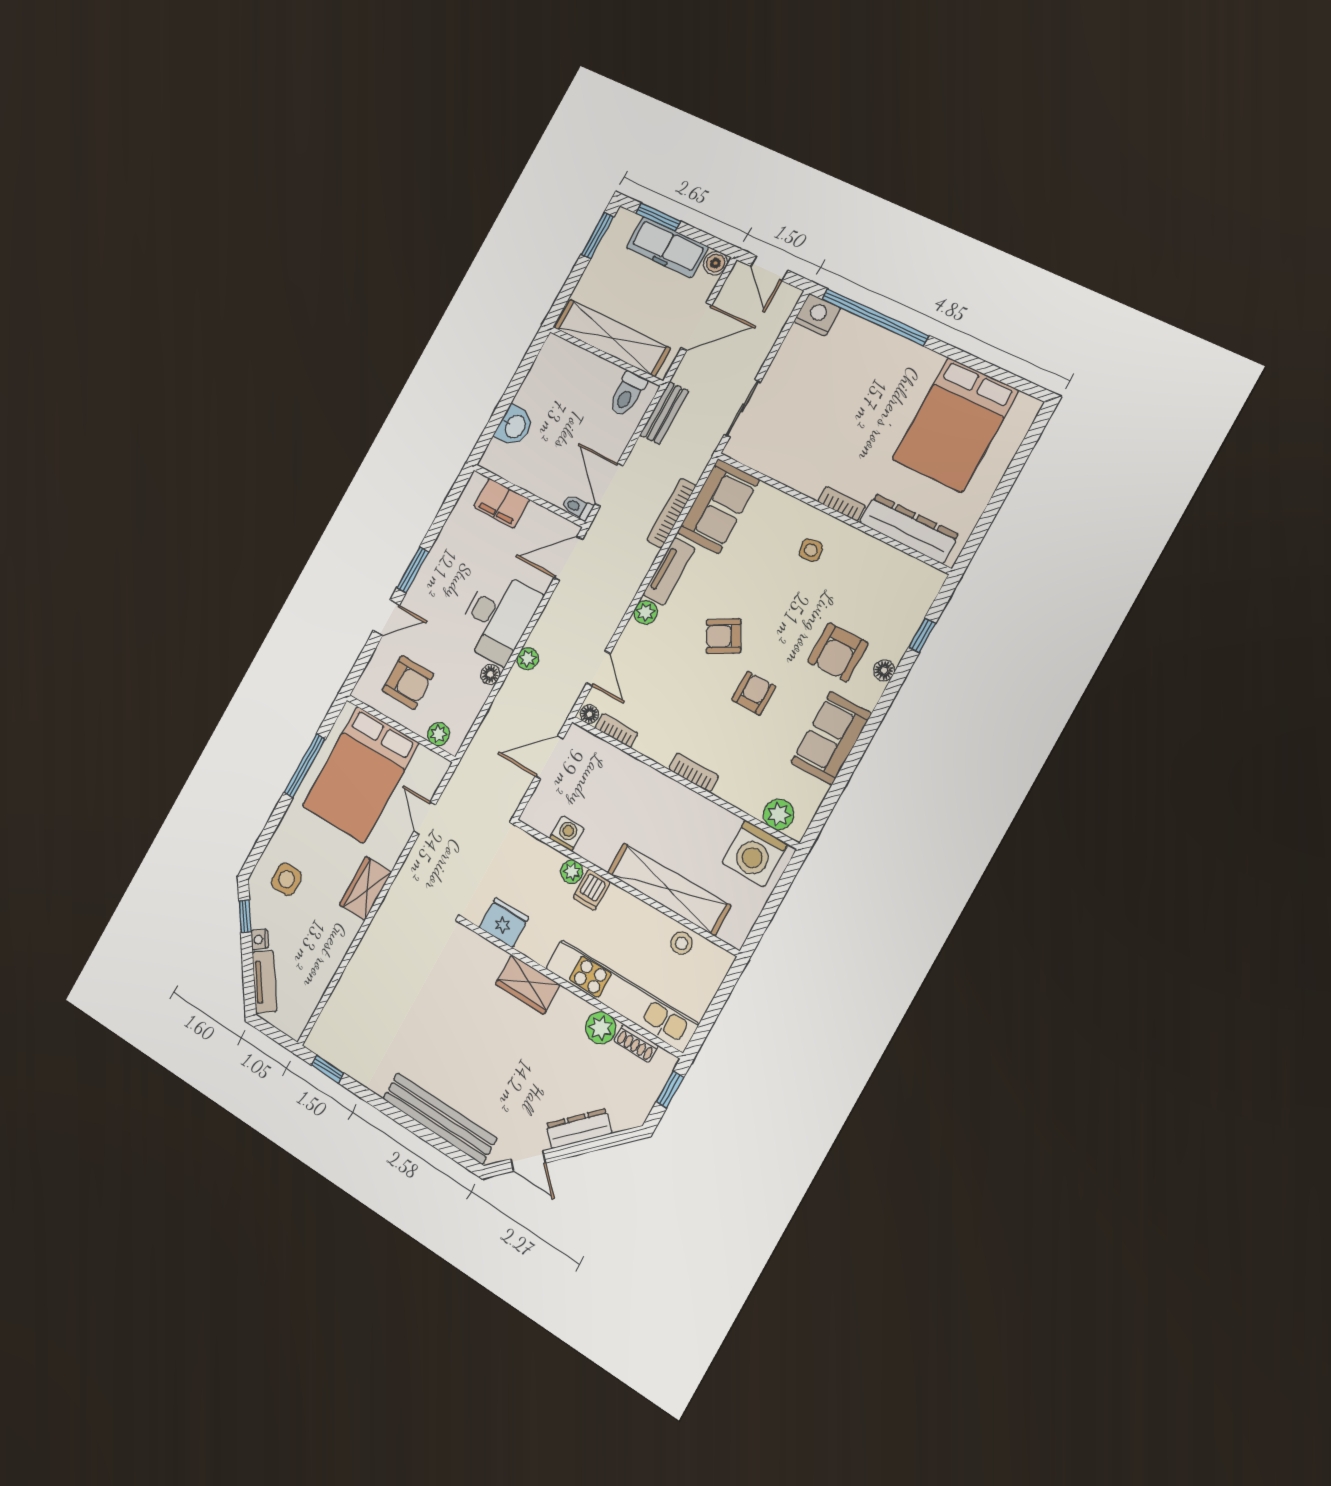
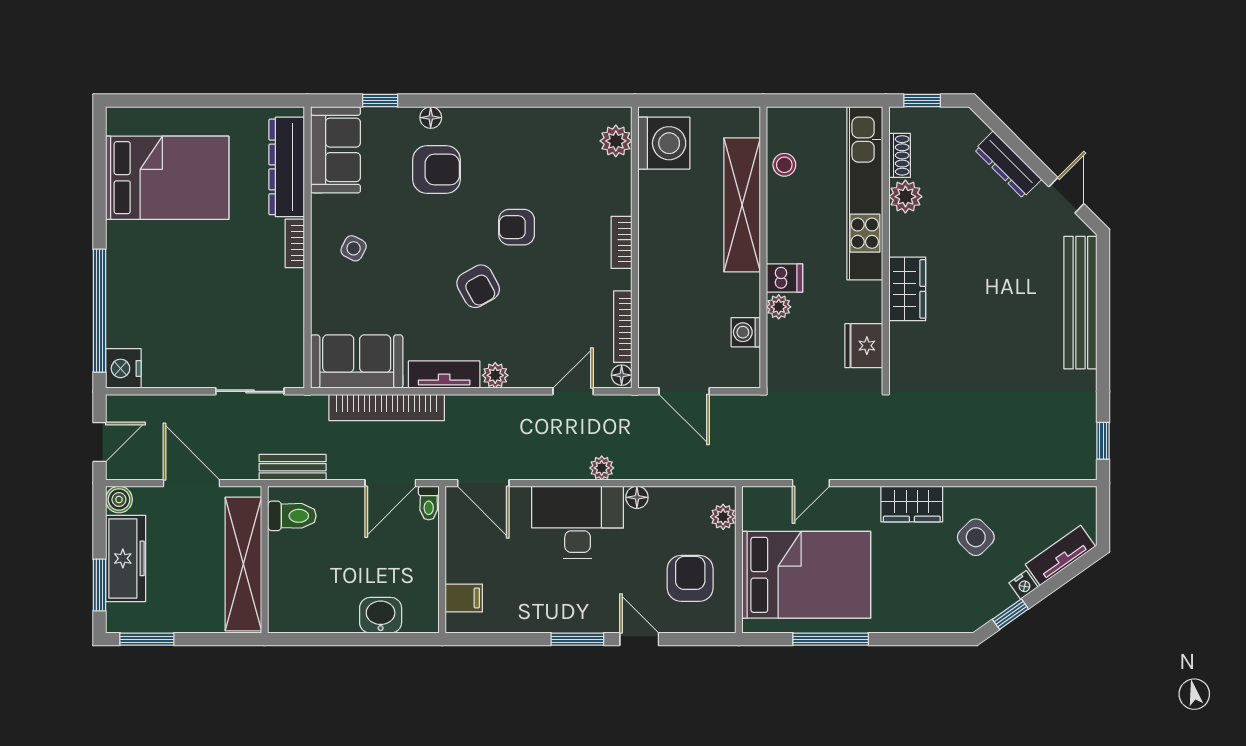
filing cabinet: (502, 503) -> (464, 598), width x0.50
bookcase: (671, 513) -> (387, 407), width x1.48, depth x1.31
side table: (811, 550) -> (354, 248), turned 37
bookcase: (616, 731) -> (623, 327), width x1.56
sofa: (831, 738) -> (335, 150), moved, turned -90
side table: (286, 879) -> (976, 537), moved, turned 45

